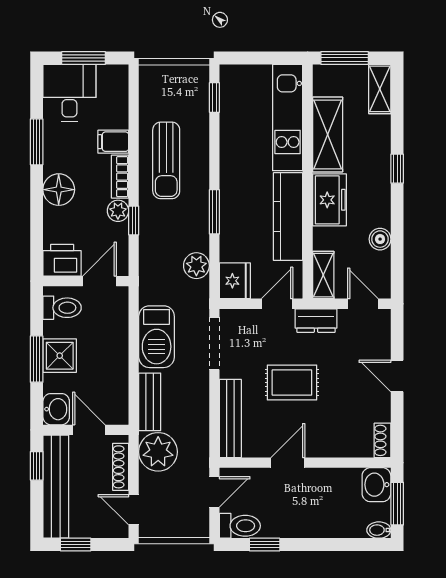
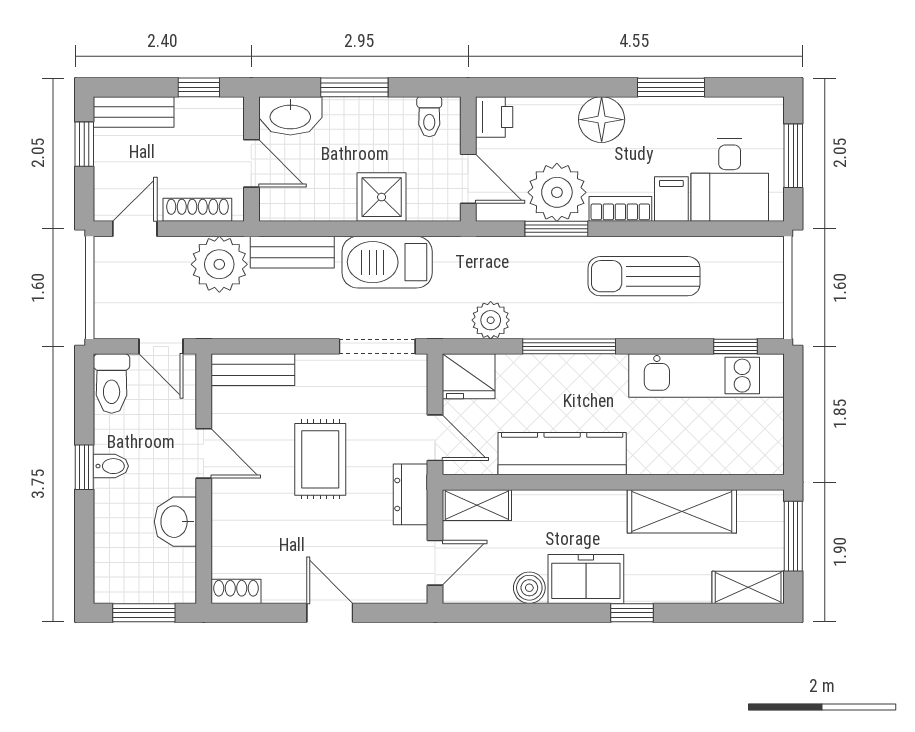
desk: (69, 93) -> (730, 180), moved, turned 90
kitchen unit: (288, 117) -> (707, 376), moved, turned 180
freezer: (330, 200) -> (586, 579), moved, turned 180
plant: (118, 211) -> (557, 192), width x1.88, depth x1.88
window: (214, 212) -> (569, 346), width x1.44
window: (134, 220) -> (556, 229), width x1.50
printer: (62, 260) -> (494, 117), width x0.73, depth x0.81
toilet: (62, 308) -> (429, 117), width x0.73, depth x0.72
shower: (60, 356) -> (382, 197), moved
door: (397, 376) -> (330, 613), hinge flipped
washbasin: (56, 409) -> (290, 116), width x1.38
bench: (230, 418) -> (253, 370), width x0.73
door: (89, 430) -> (251, 163), hinge flipped
washbasin: (376, 485) -> (175, 522), moved, turned -90
bench: (56, 487) -> (134, 112), width x0.54, depth x0.82
bidet: (379, 530) -> (111, 466), moved, turned 90
window: (265, 545) -> (84, 467), moved

